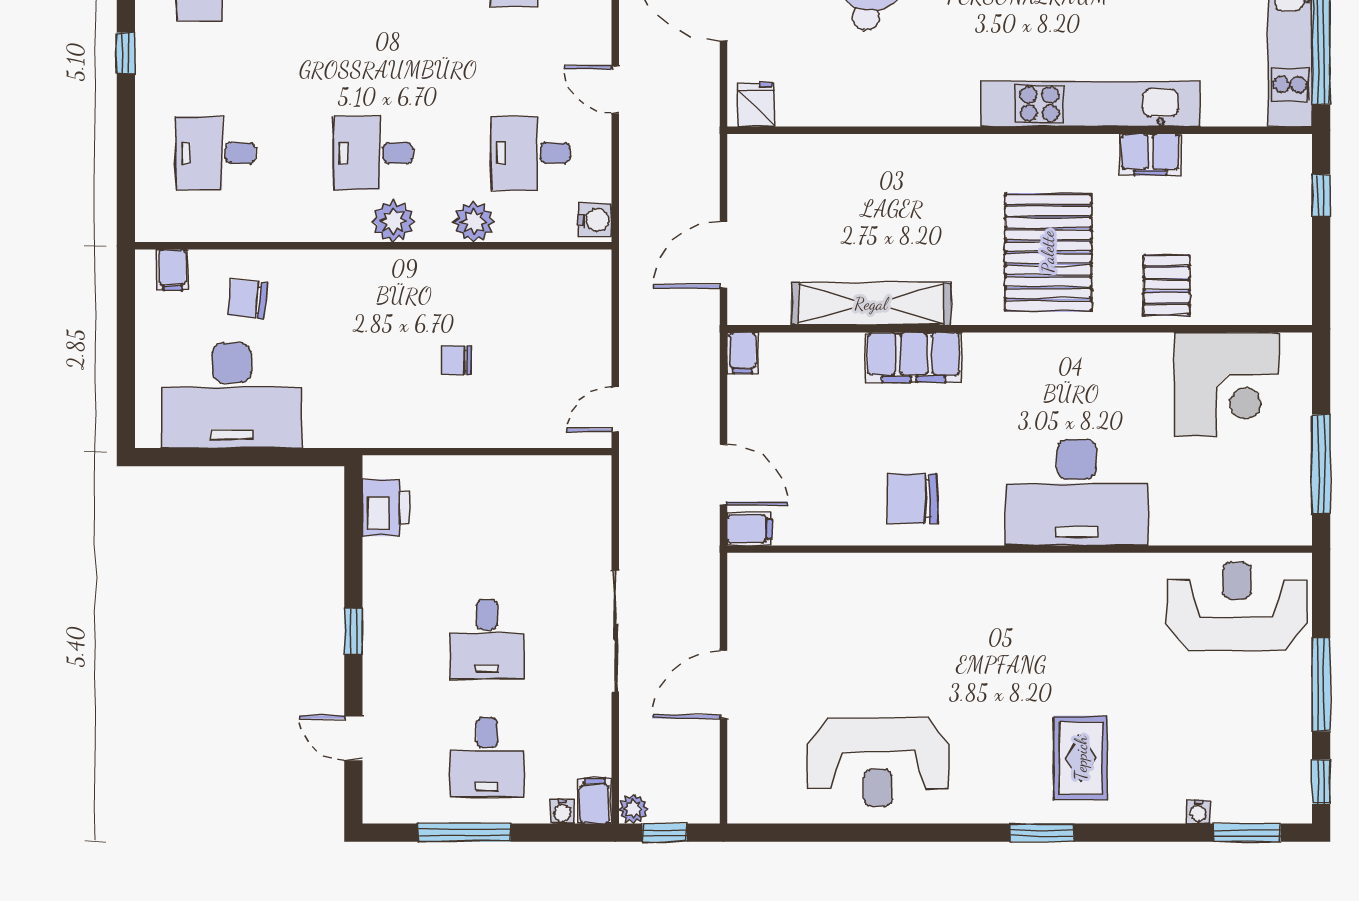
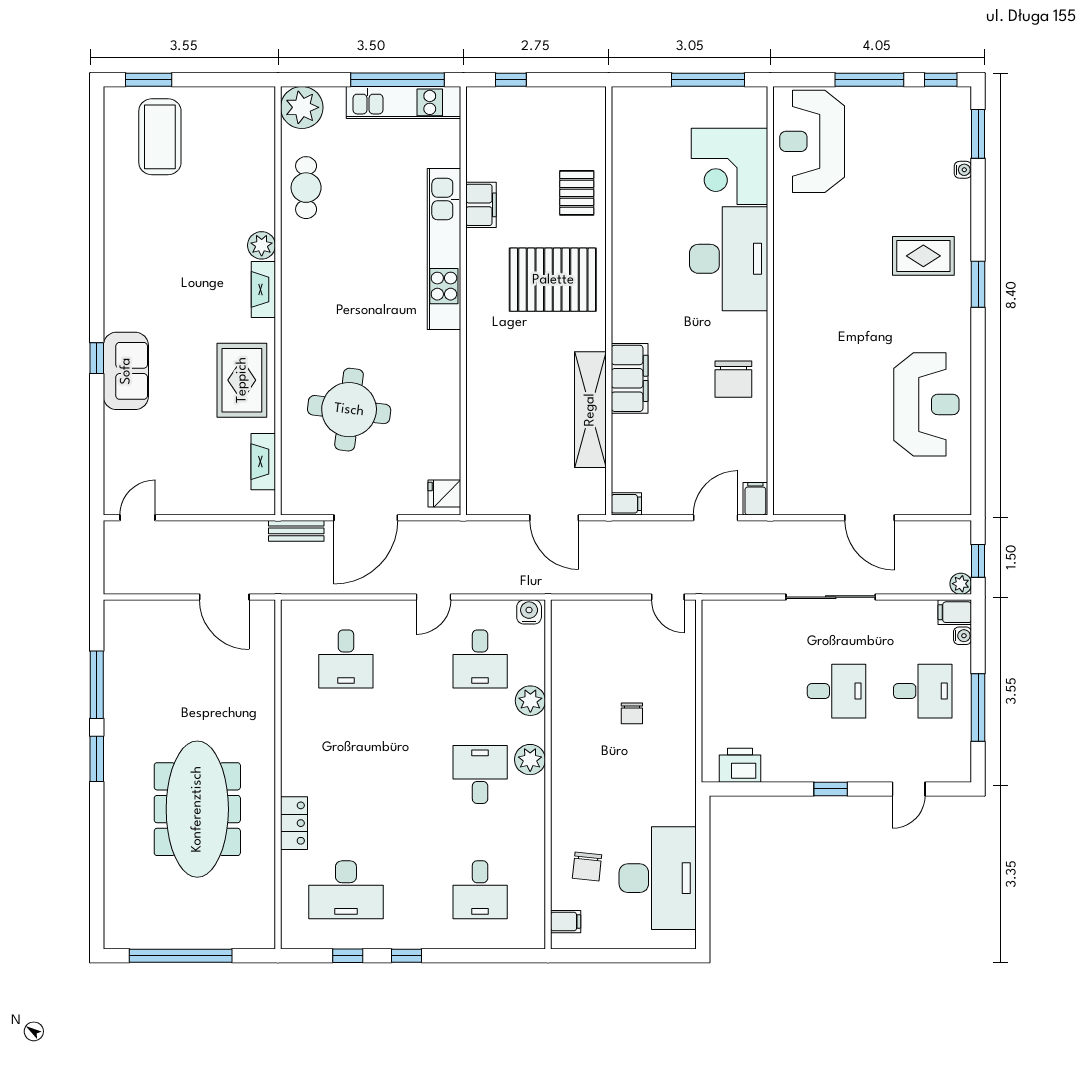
desk: (373, 153) -> (480, 774), turned 180
pallet: (1167, 285) -> (577, 193), turned 90
corner desk: (1227, 385) -> (729, 166), moved, turned 180

